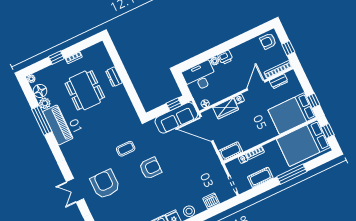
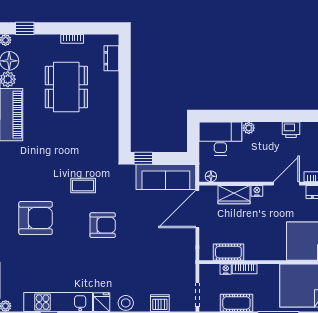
printer: (225, 57) -> (291, 130), moved
window: (56, 58) -> (25, 28), moved
dresser: (114, 77) -> (111, 58), moved
window: (174, 104) -> (143, 158), moved
door: (206, 129) -> (197, 209), hinge flipped
cot: (231, 151) -> (228, 252), moved
armchair: (105, 184) -> (36, 218), turned 90

